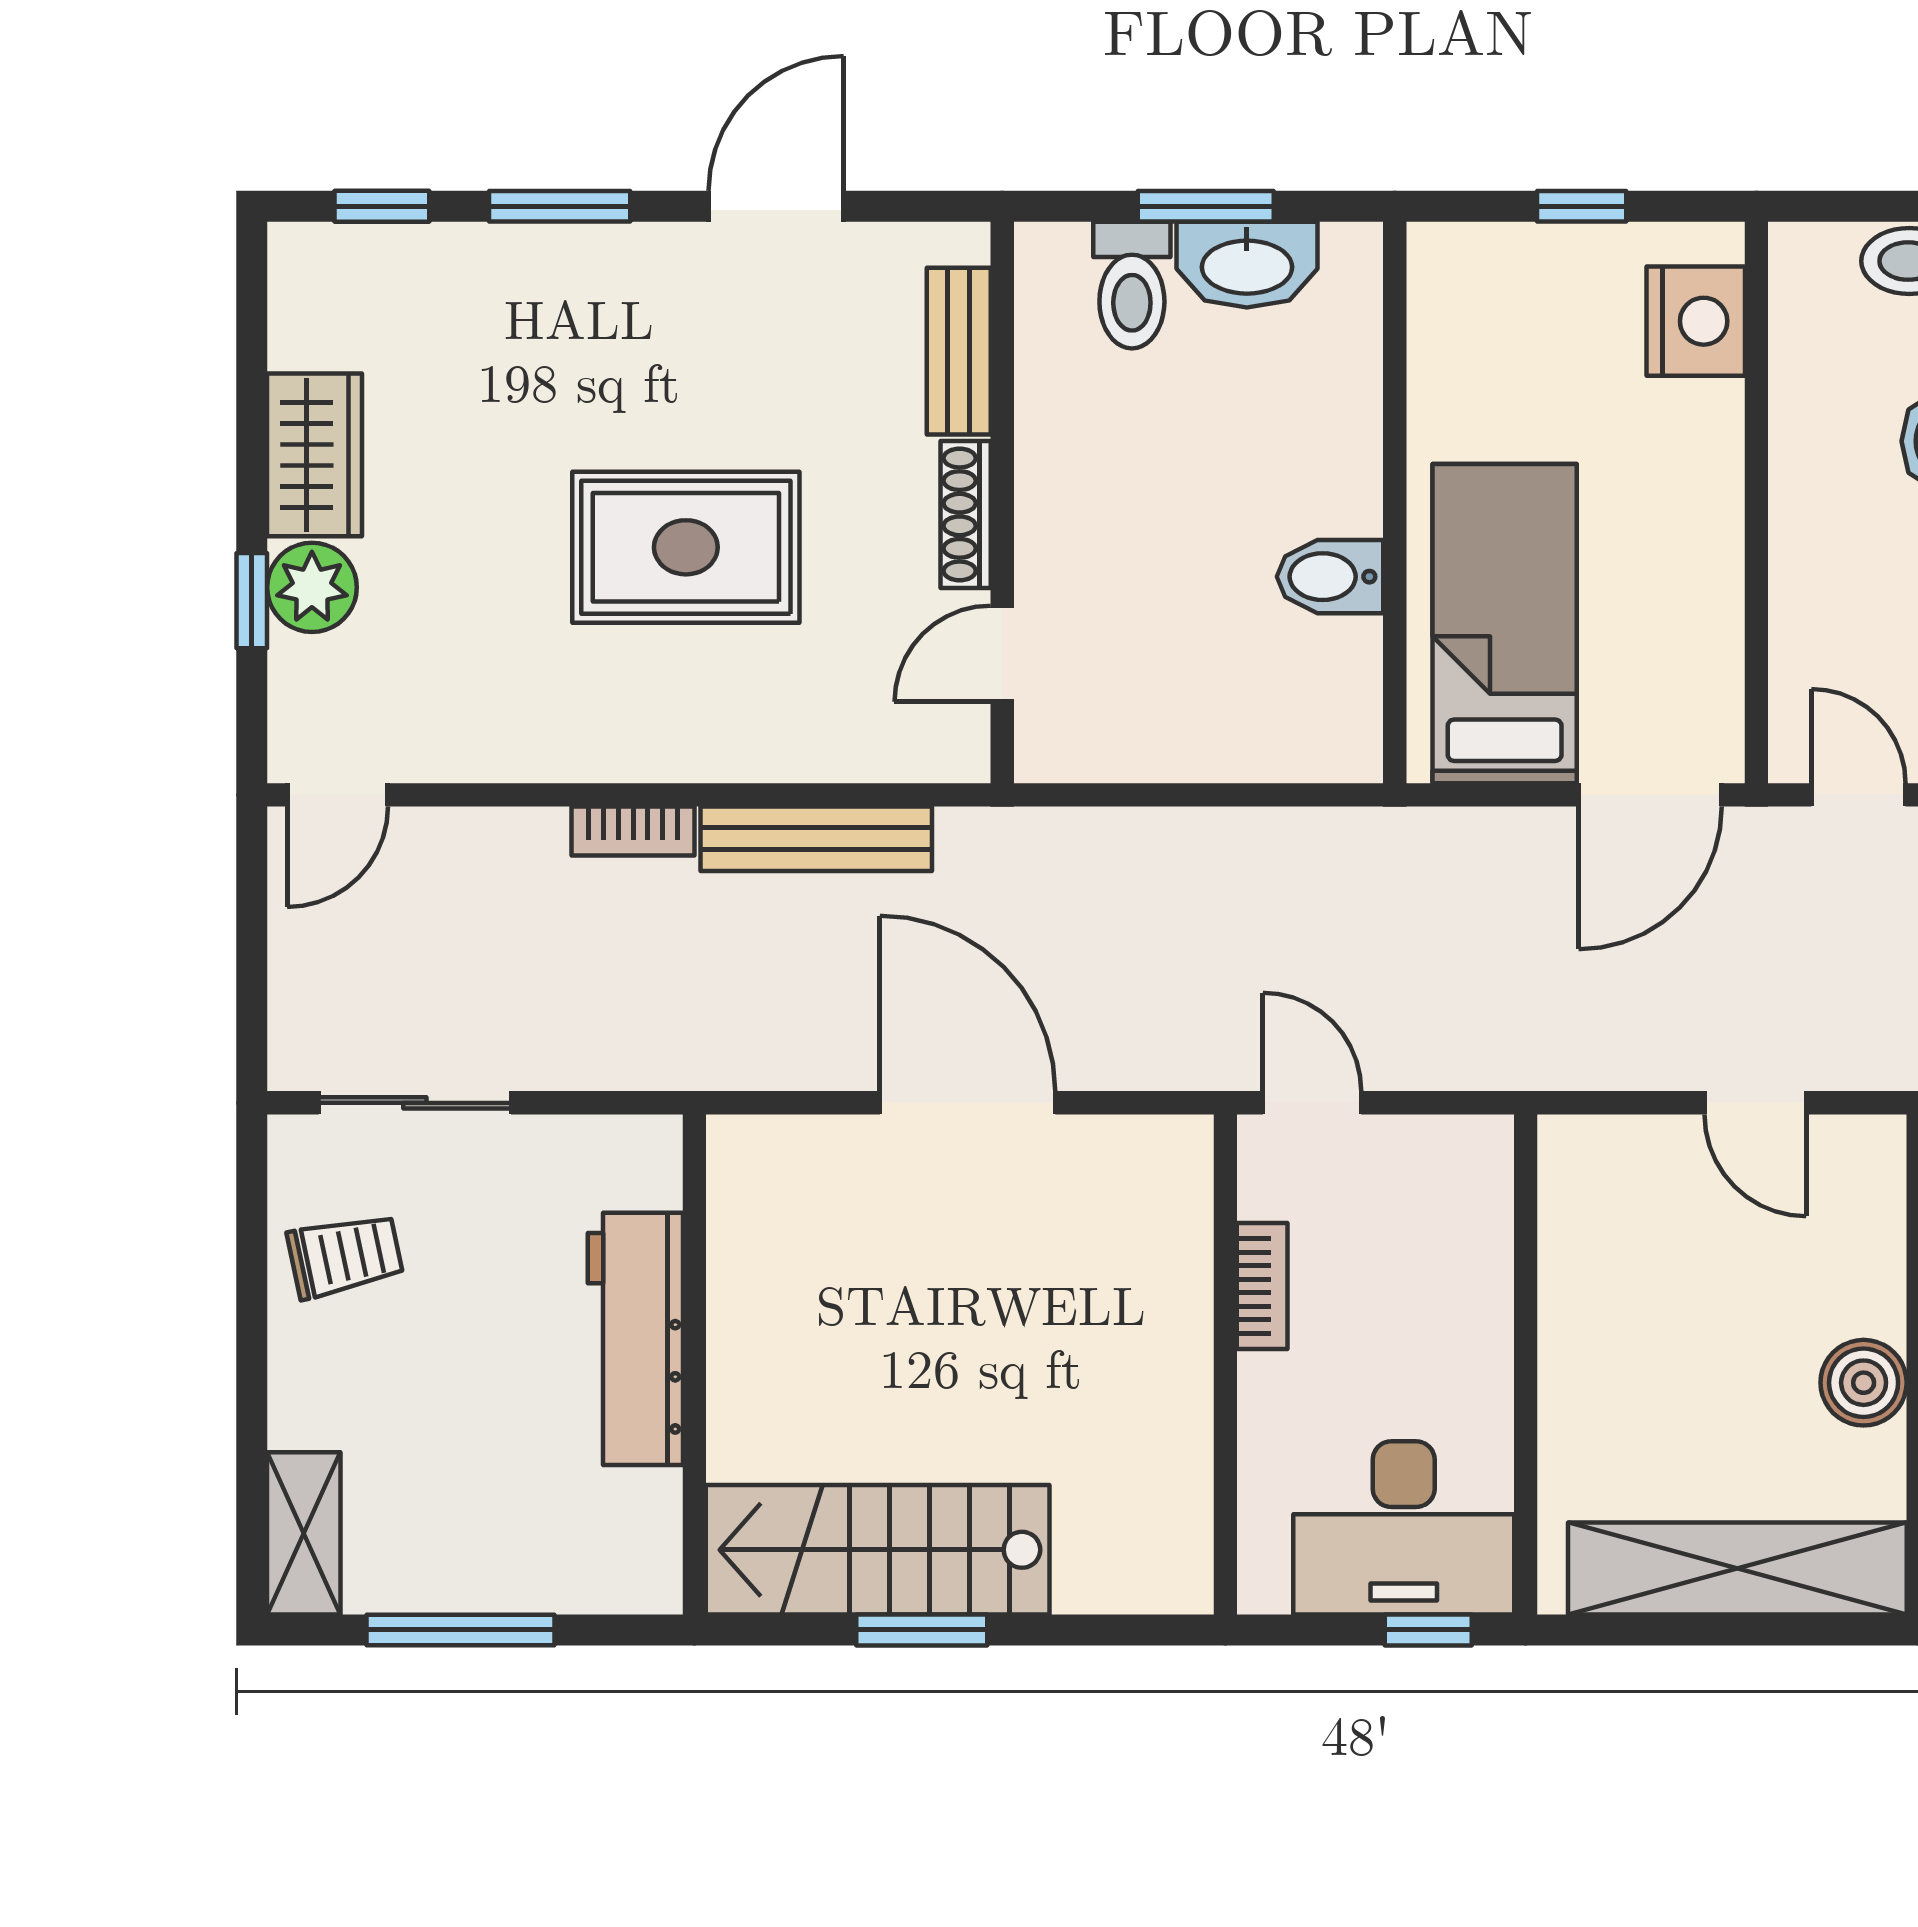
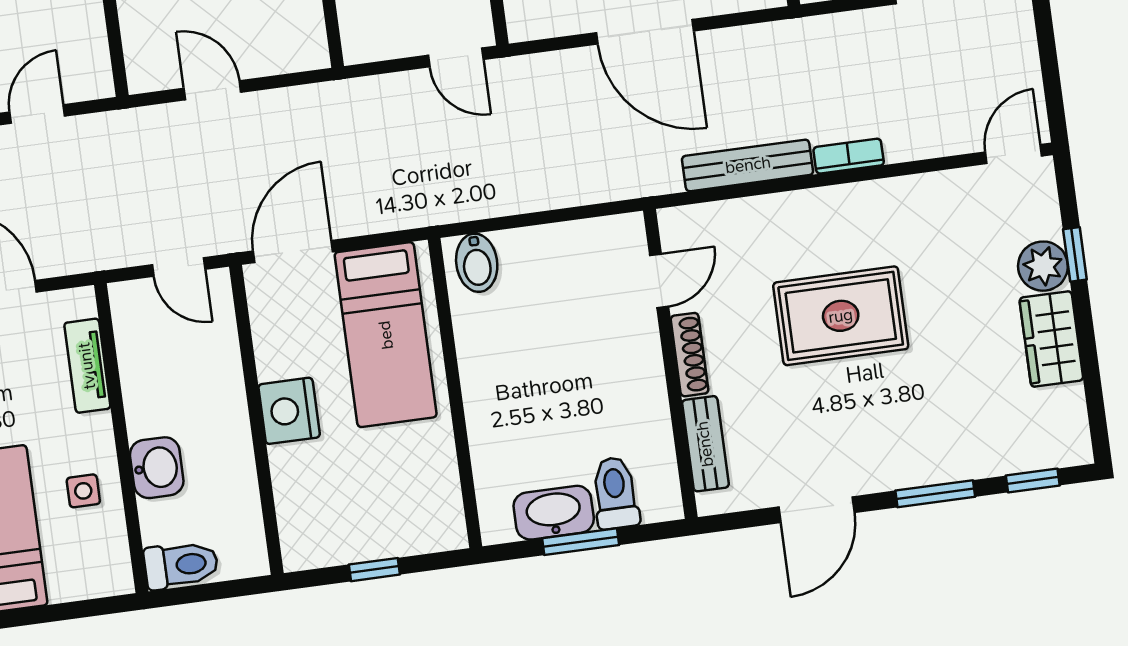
nightstand: (1696, 321) -> (289, 411), moved
bidet: (1330, 577) -> (477, 263), moved, turned 90

